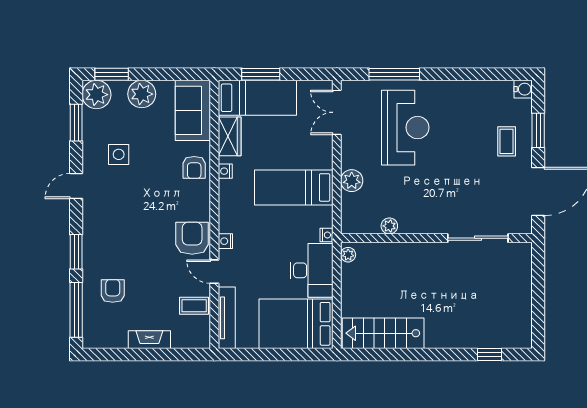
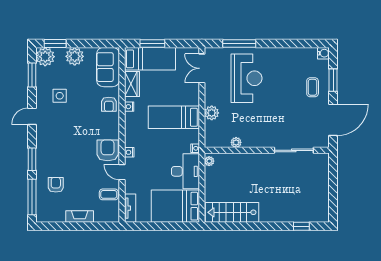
tv unit: (227, 318) -> (130, 208), width x0.71

